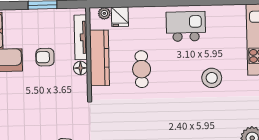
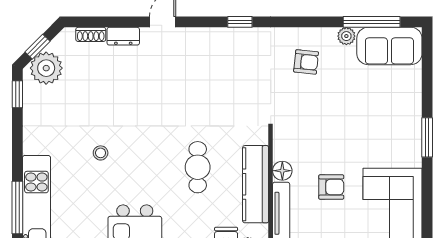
stool: (212, 78) -> (101, 153), width x0.53, depth x0.53

